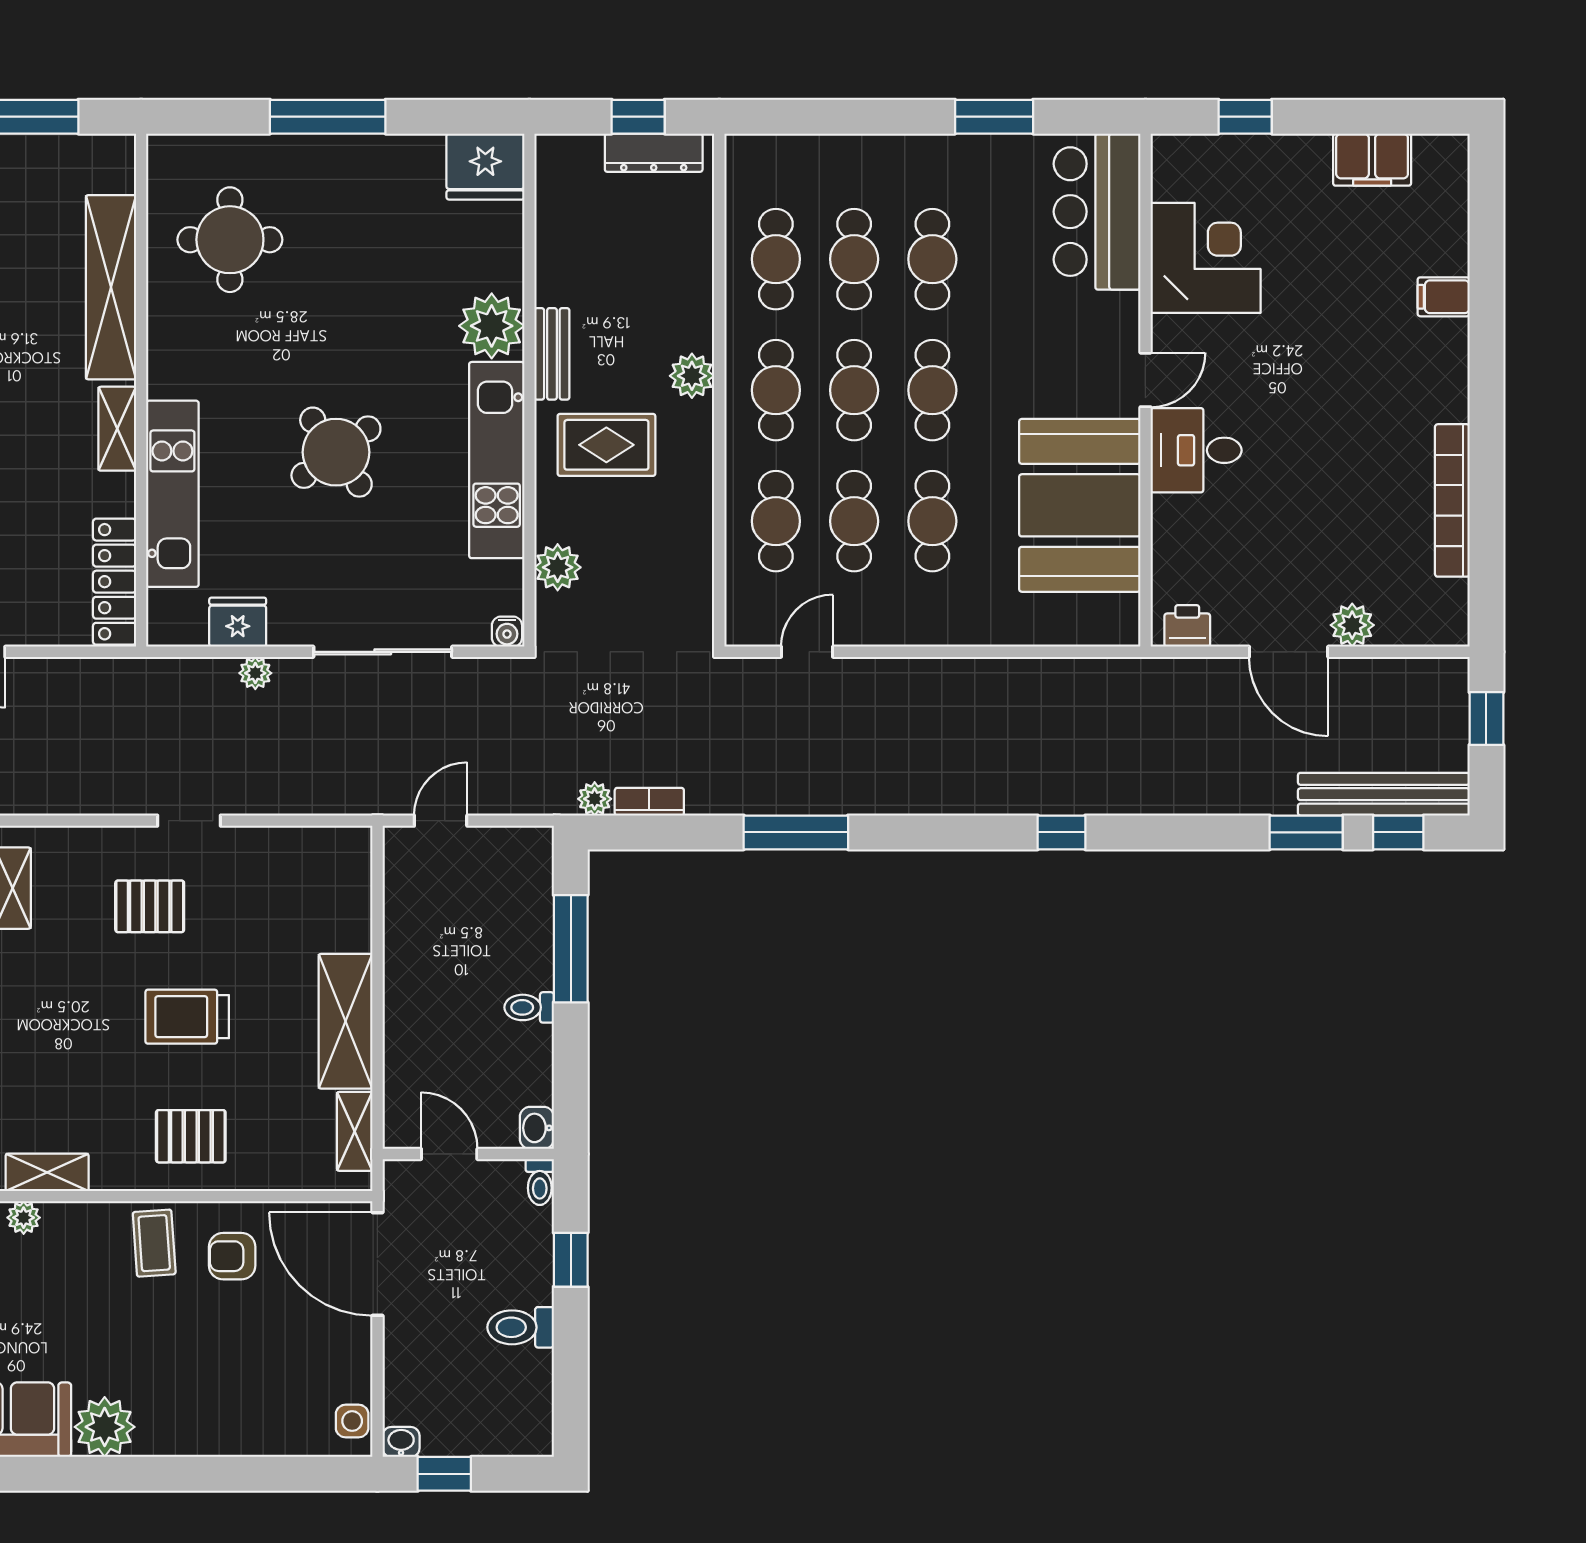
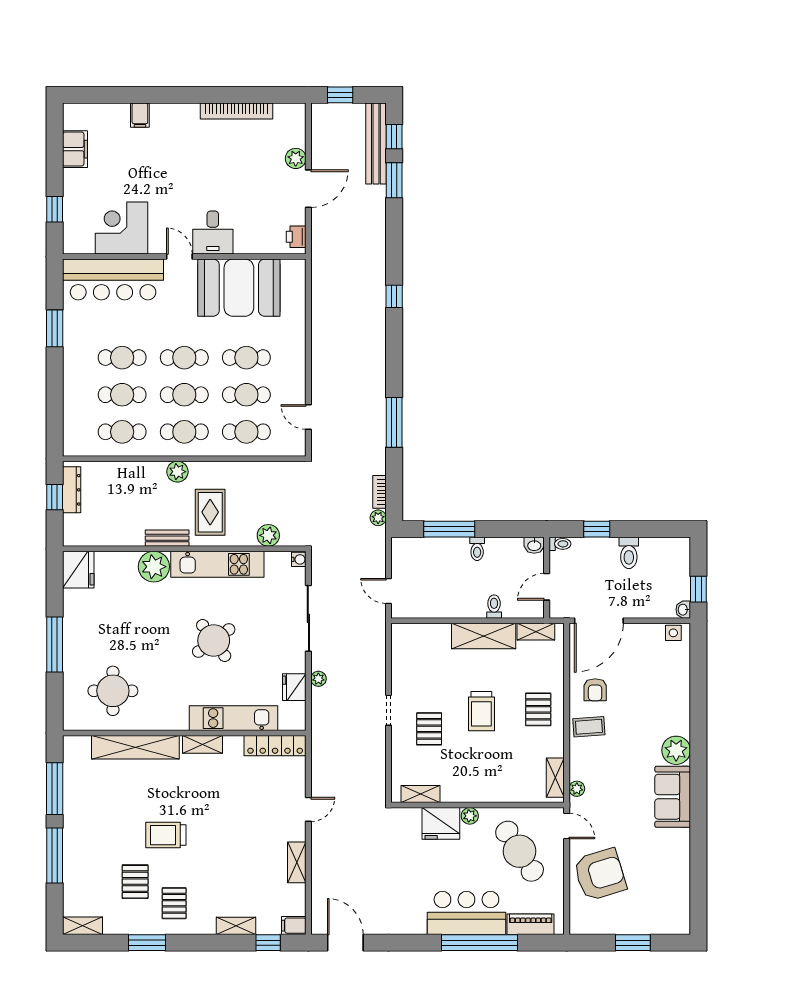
bar counter: (1097, 212) -> (113, 279), width x1.36
toilet: (407, 1043) -> (494, 607), added

